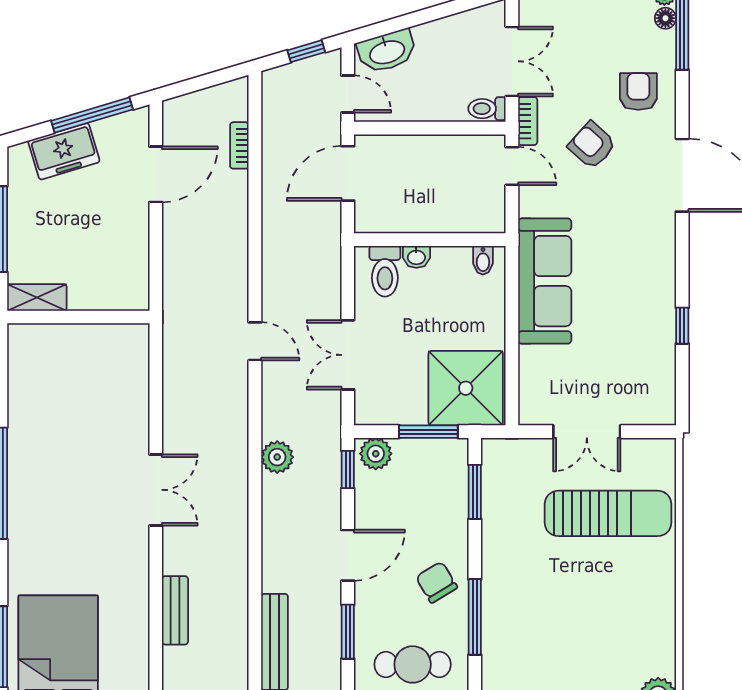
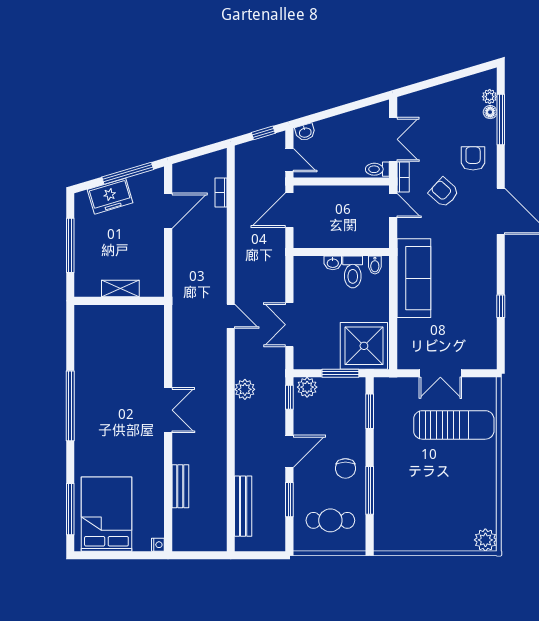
washbasin: (387, 51) -> (305, 132), width x0.52, depth x0.69
toilet: (385, 271) -> (353, 272), moved
shelving: (37, 297) -> (120, 288), moved
chair: (437, 582) -> (345, 468), turned -149

